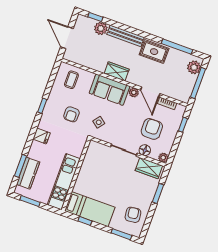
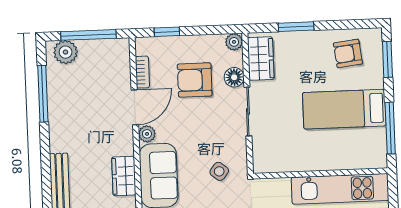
rug: (154, 52) -> (66, 128), removed
bed: (90, 209) -> (344, 109), moved, turned -90
window: (85, 221) -> (390, 128), width x2.17

